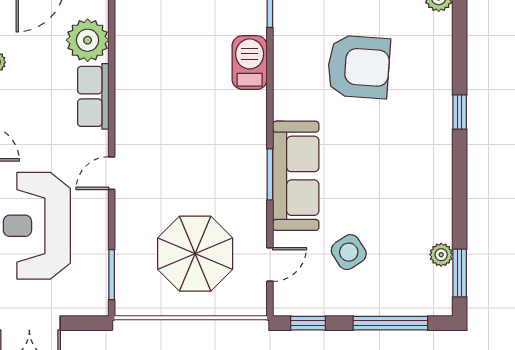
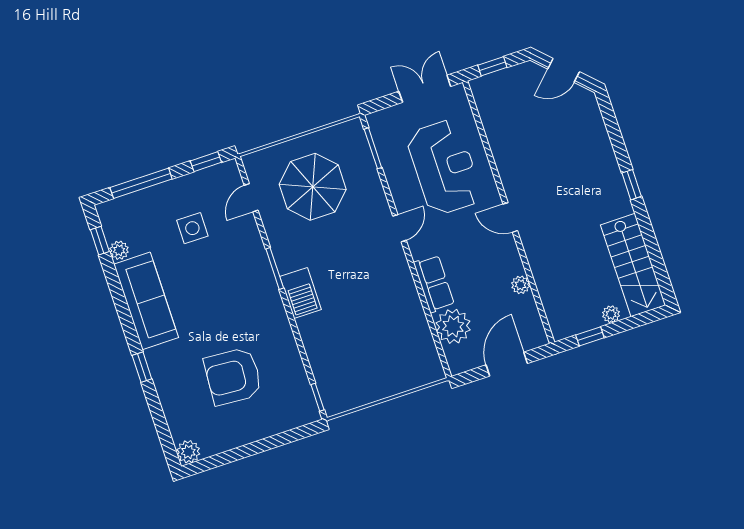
barbecue: (250, 63) -> (301, 293), moved
sofa: (296, 176) -> (146, 301), moved, turned 180
side table: (349, 252) -> (192, 228), turned 33
window: (460, 273) -> (100, 241), width x0.67

